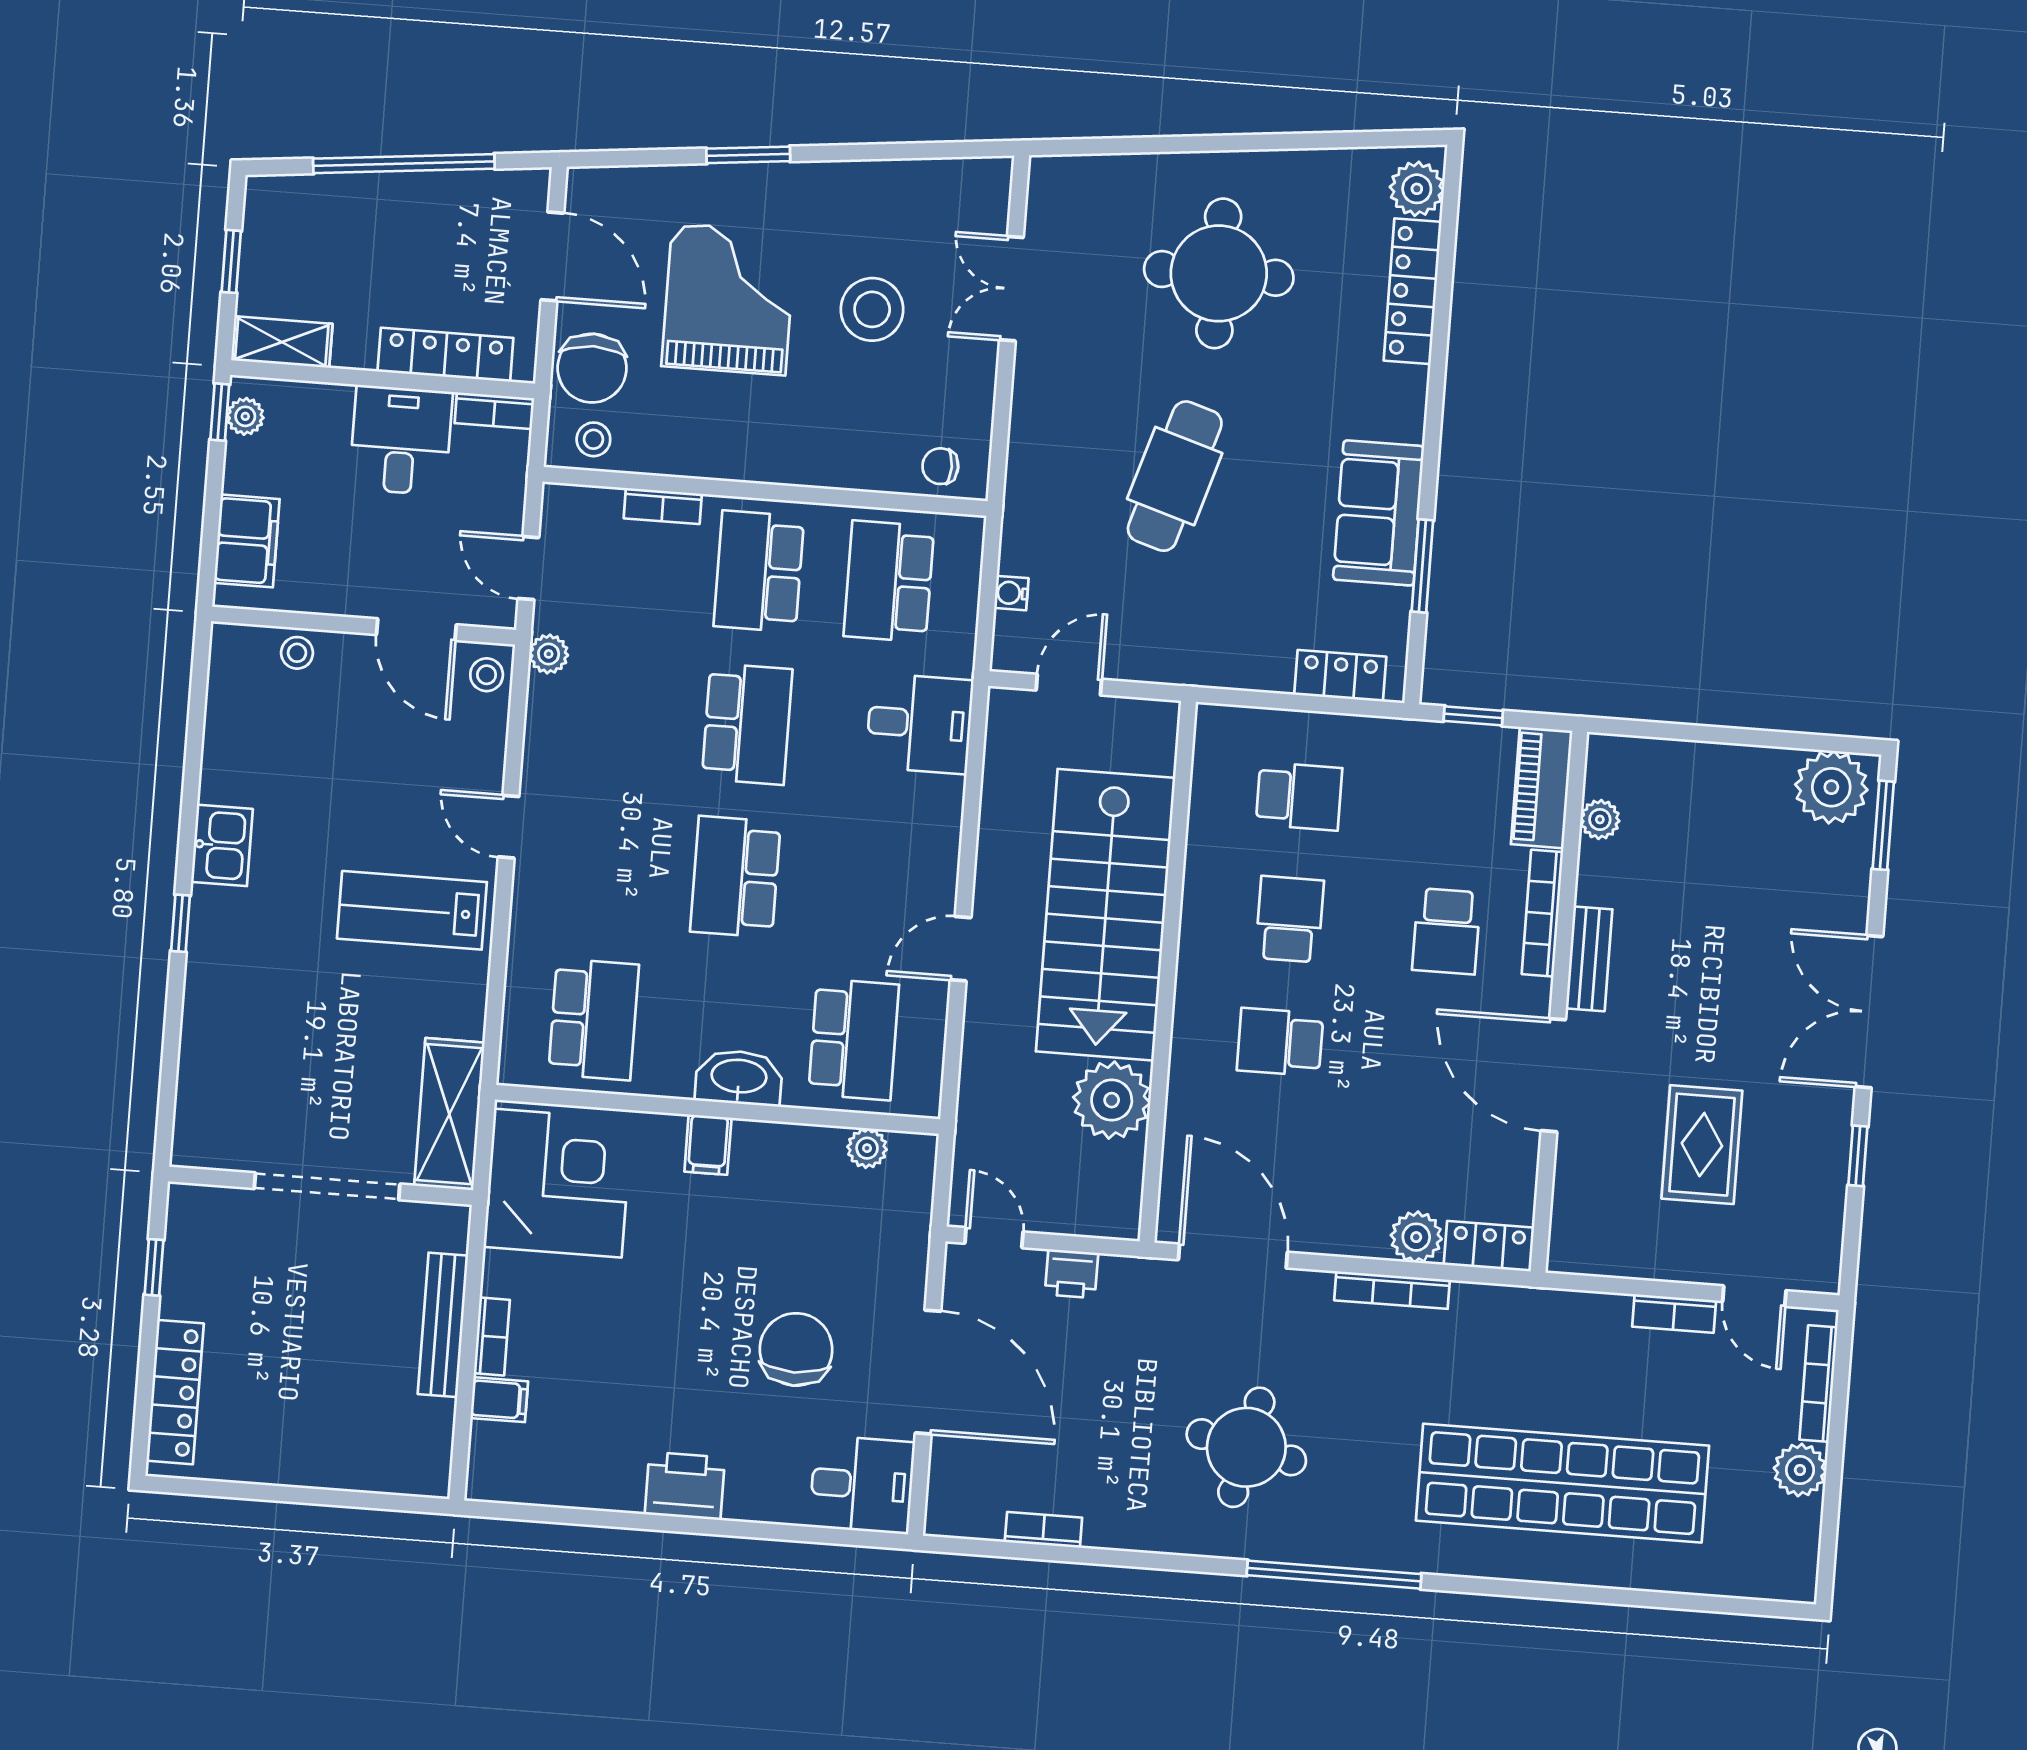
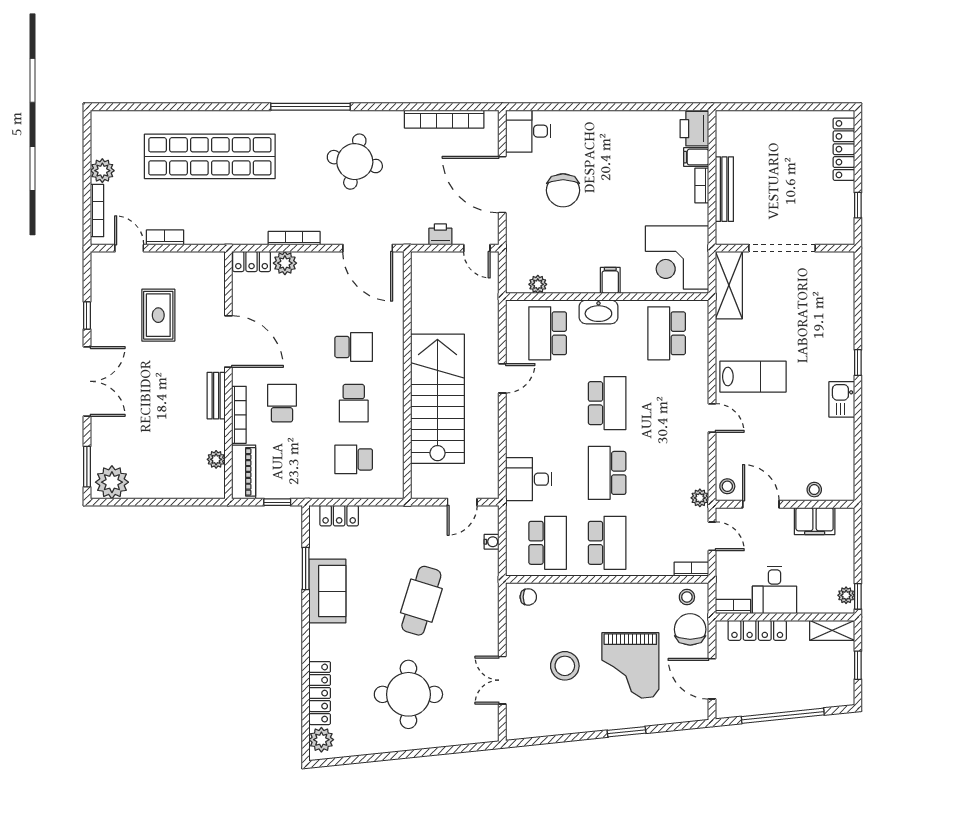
double door: (1011, 289) -> (502, 680), swing flipped
bookcase: (663, 506) -> (691, 569), moved
filing cabinet: (247, 541) -> (815, 521), moved, turned -90
plant: (1112, 1100) -> (428, 315), removed
printer: (685, 1486) -> (694, 129), moved, turned 90
bookcase: (1043, 1530) -> (444, 119), width x2.31, depth x1.31

